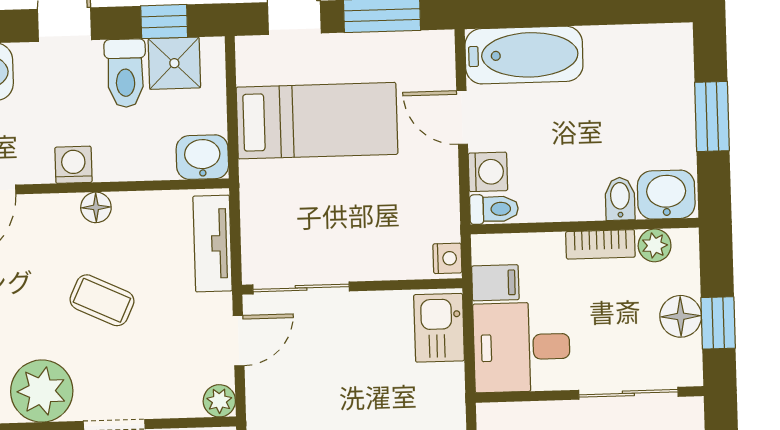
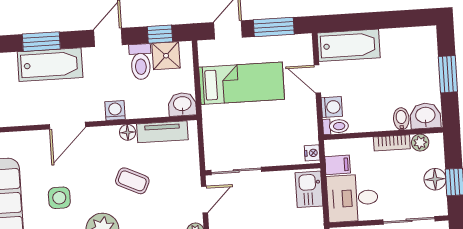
tv unit: (213, 244) -> (162, 132), moved, turned -90

